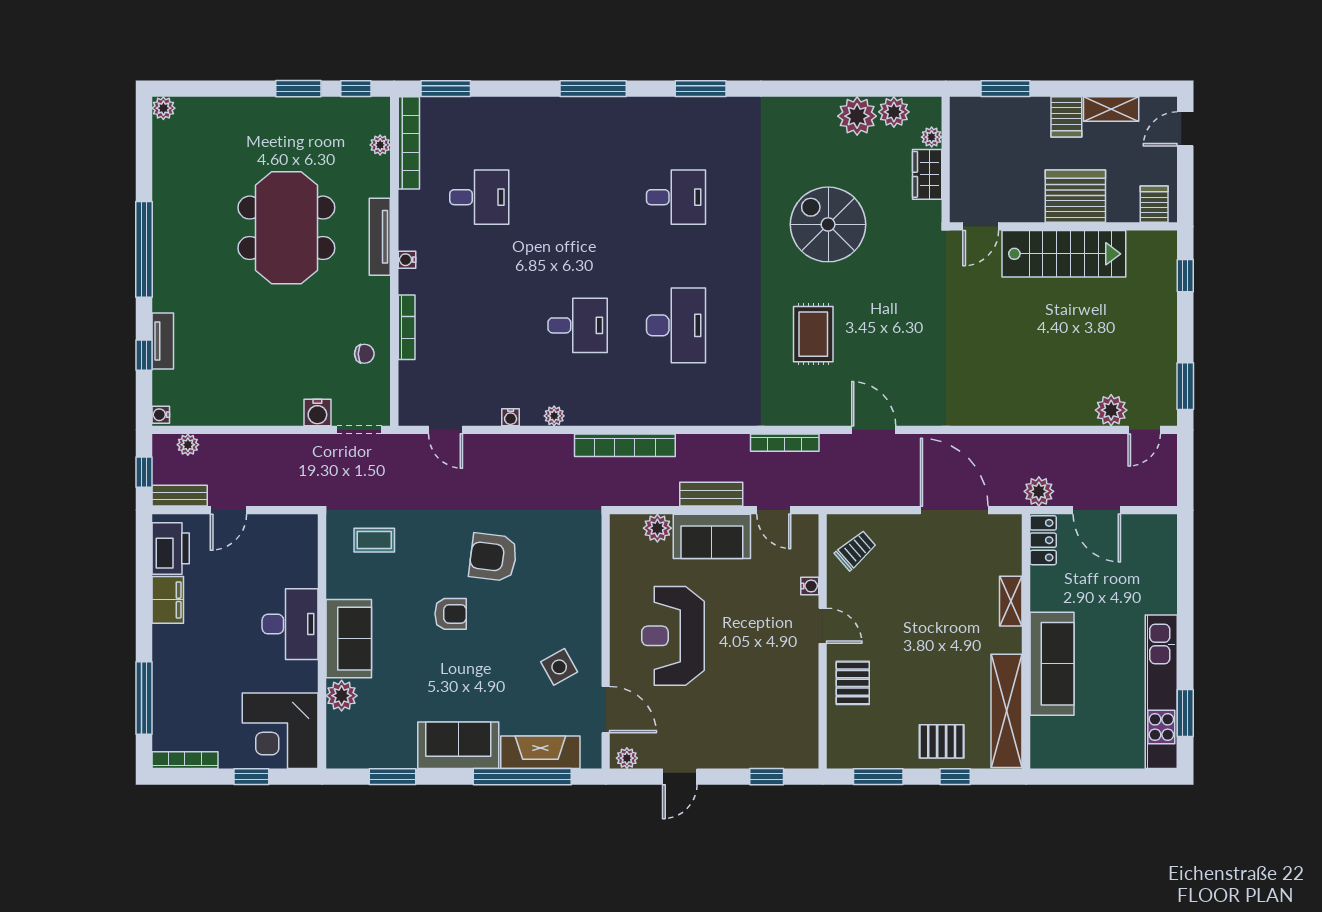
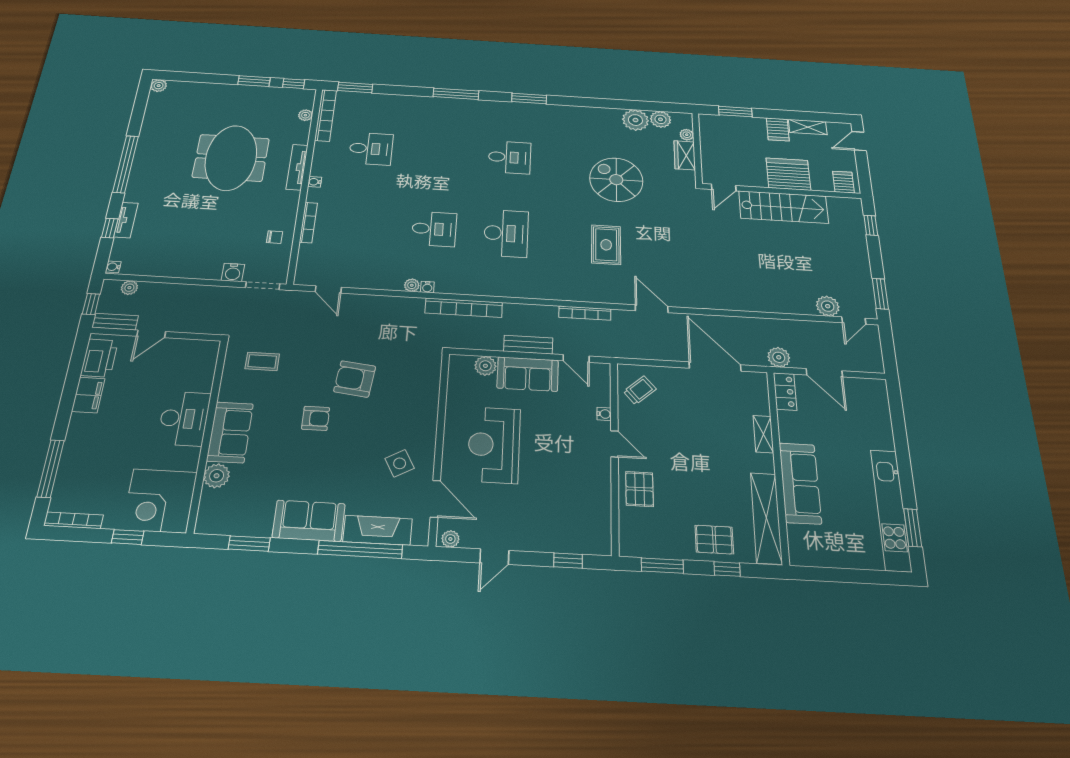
water cooler: (511, 417) -> (427, 287), moved

